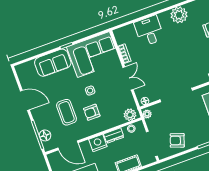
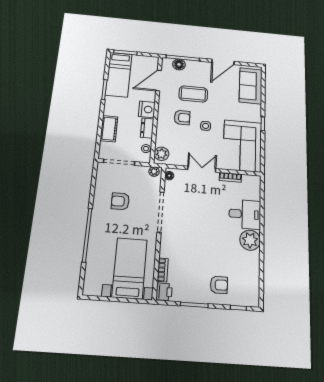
plant: (179, 15) -> (250, 240), moved
sofa: (53, 63) -> (251, 86), moved
double door: (128, 78) -> (202, 169), swing flipped
armchair: (92, 112) -> (182, 118), turned 90
armchair: (177, 140) -> (120, 201), moved, turned -109

